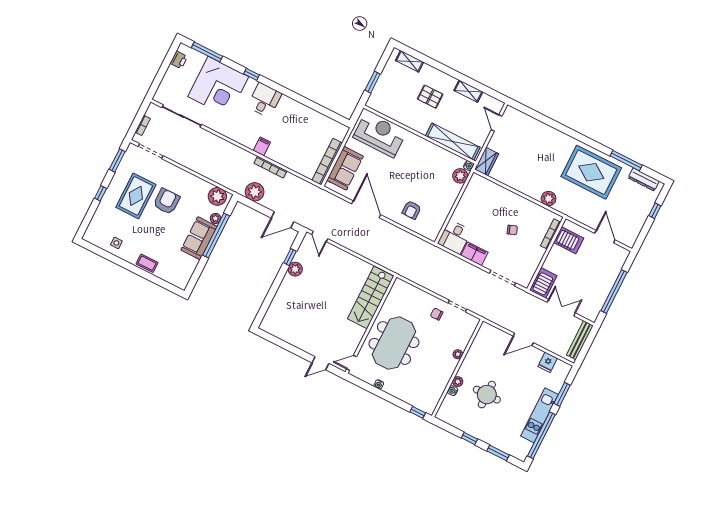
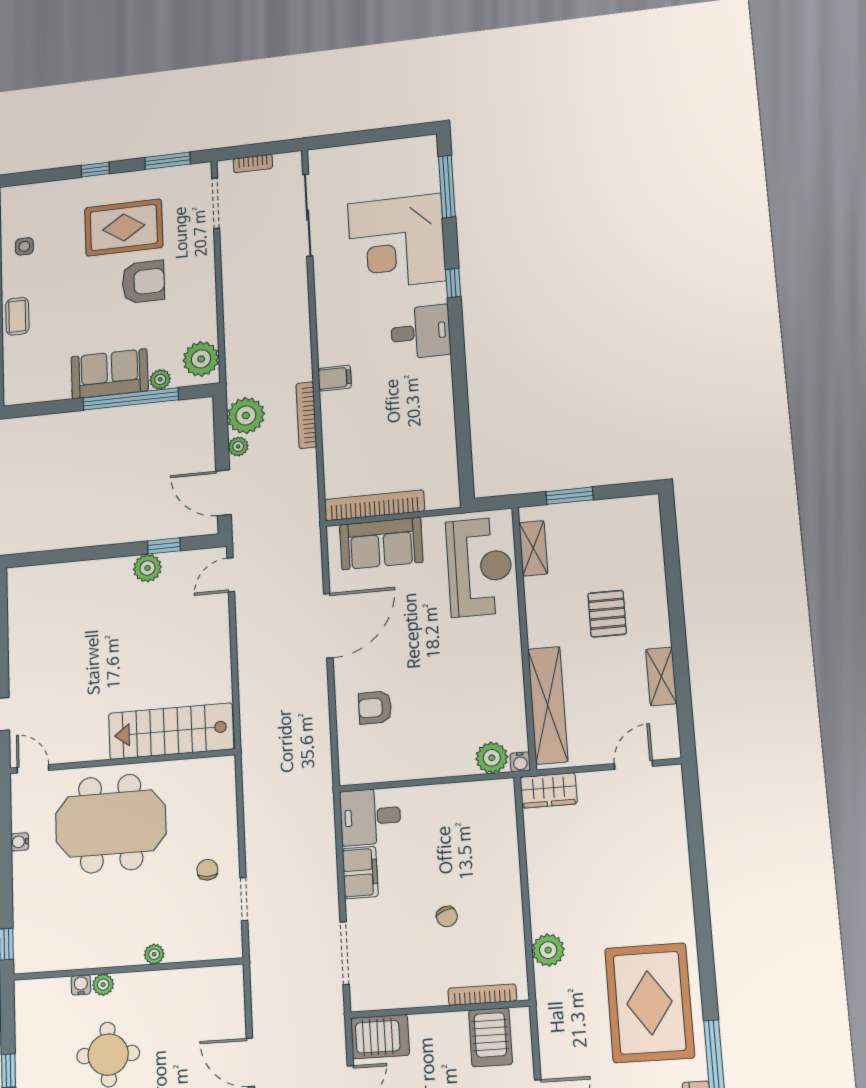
printer: (179, 60) -> (404, 150), removed
shelving: (410, 61) -> (533, 548), moved
plant: (266, 203) -> (238, 446), added

